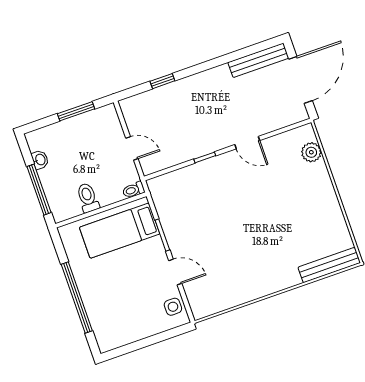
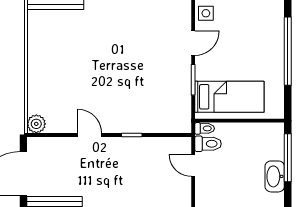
plant: (311, 152) -> (36, 124), moved
washbasin: (40, 160) -> (275, 176), width x1.91, depth x1.45
toilet: (88, 198) -> (208, 144), moved, turned -90
door: (175, 272) -> (193, 43), swing flipped

